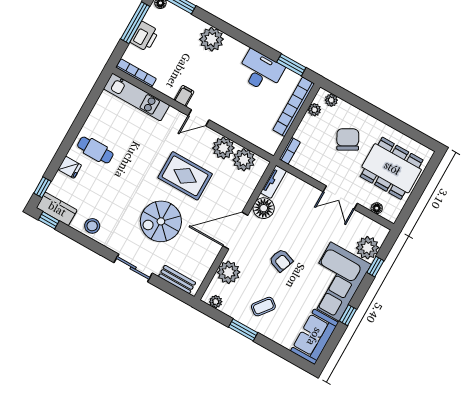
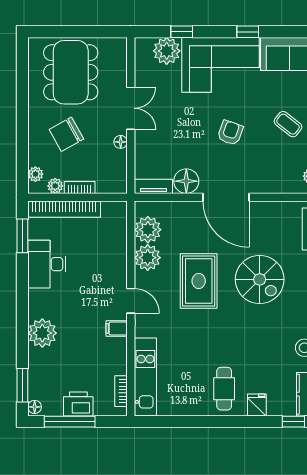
bookcase: (136, 73) -> (121, 391), width x0.64
bookcase: (290, 151) -> (80, 187), moved
floor lamp: (377, 208) -> (121, 142), moved
plant: (229, 272) -> (273, 180), removed

